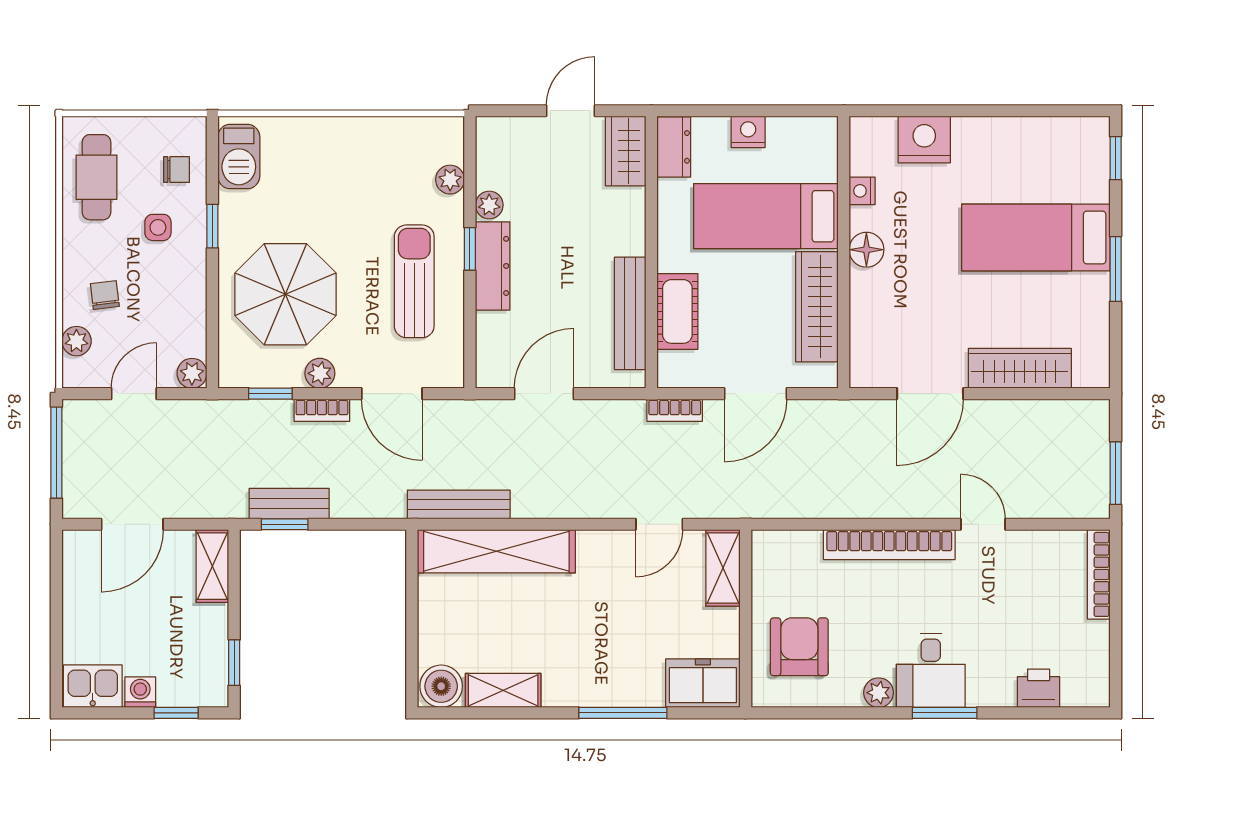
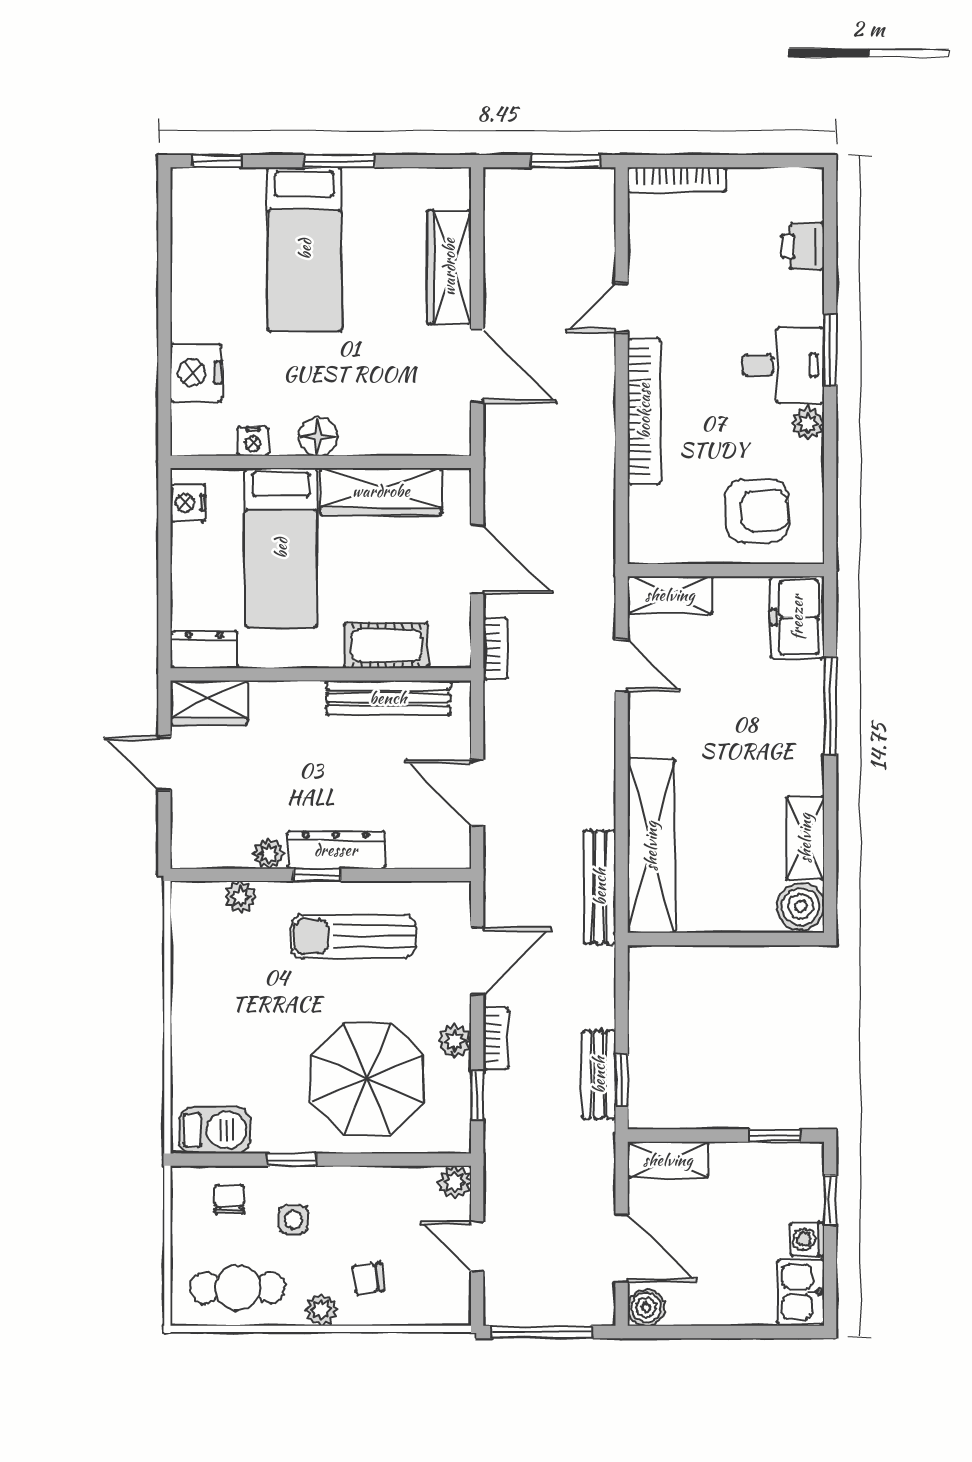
nightstand: (748, 132) -> (188, 503), moved
plant: (76, 341) -> (321, 1310), moved
boiler: (78, 546) -> (646, 1308), added
armchair: (799, 647) -> (757, 511), turned 180

